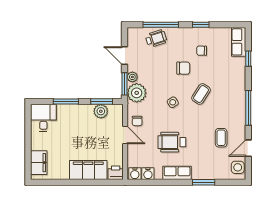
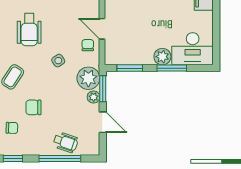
wheelchair: (156, 38) -> (66, 142), turned -143
side table: (173, 102) -> (58, 61), moved
plant: (101, 111) -> (162, 57), moved
desk: (43, 118) -> (193, 49), width x1.37
wheelchair: (172, 142) -> (29, 30), moved, turned 90

